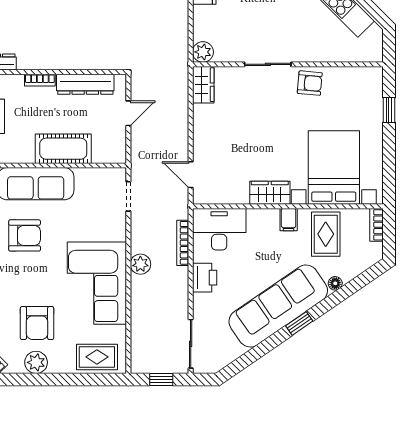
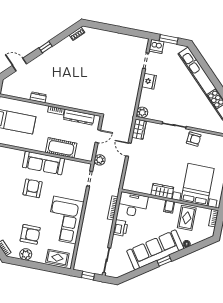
door: (191, 175) -> (128, 150), moved
armchair: (25, 235) -> (33, 188), turned -90
plant: (140, 264) -> (100, 160), moved
armchair: (37, 323) -> (30, 234), turned -90

